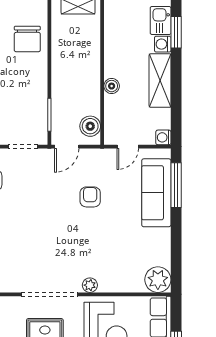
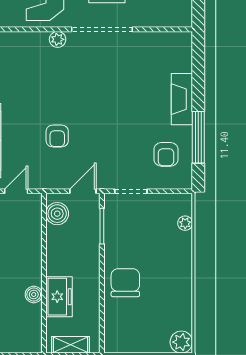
chair: (27, 39) -> (125, 283), moved
freezer: (88, 50) -> (59, 297), added
boiler: (112, 86) -> (34, 295), moved

